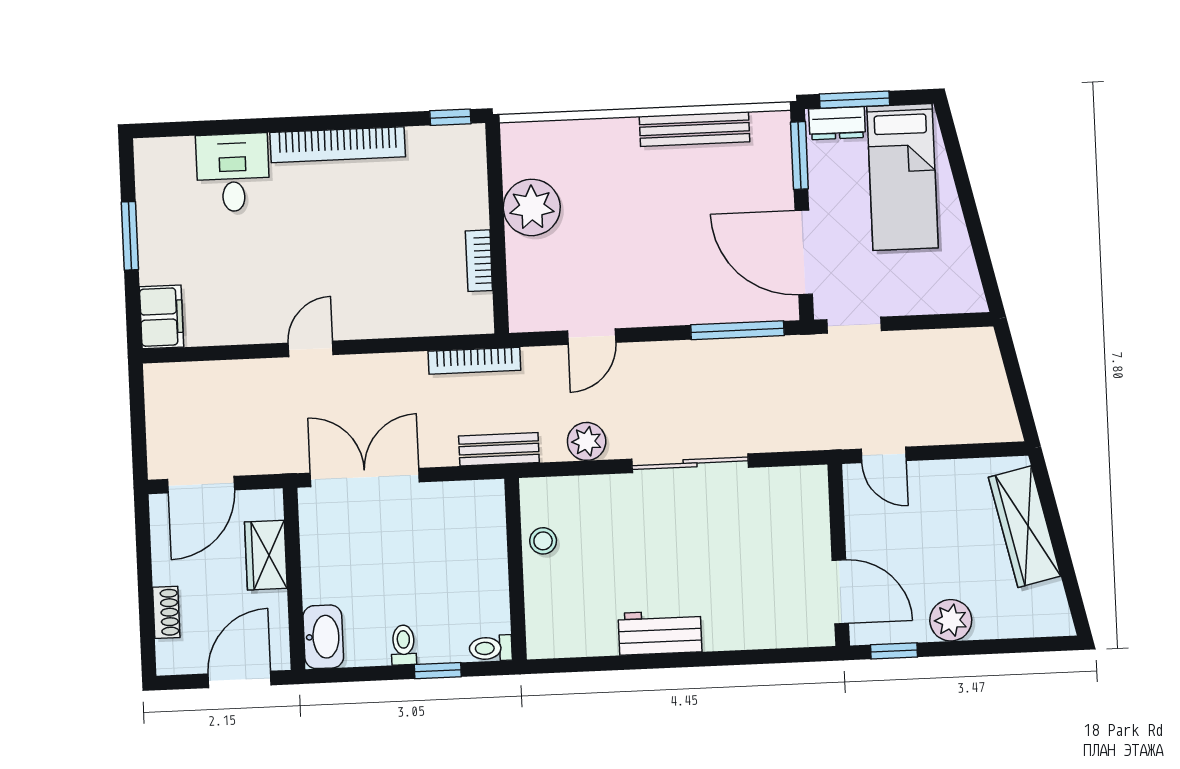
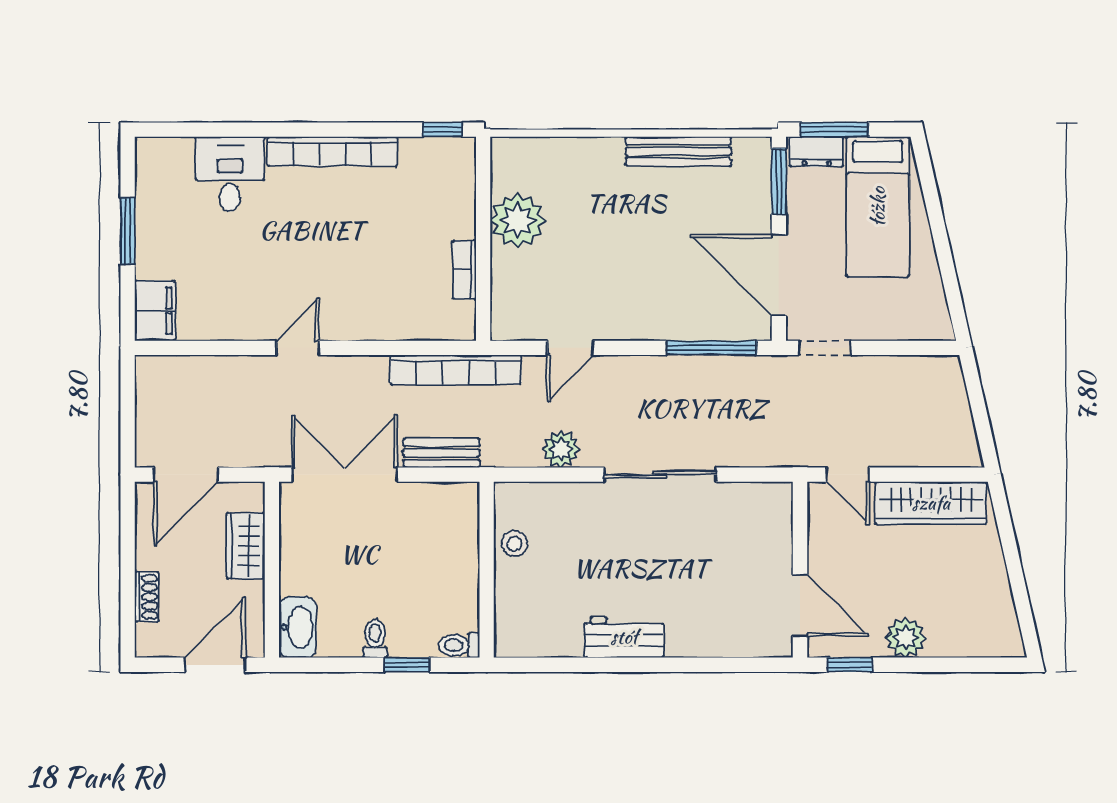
bookcase: (474, 361) -> (456, 370), width x1.48, depth x1.31
bench: (499, 449) -> (442, 453), moved
wardrobe: (1025, 527) -> (931, 503), moved, turned -77

